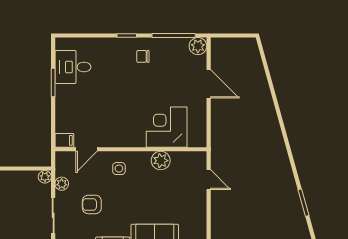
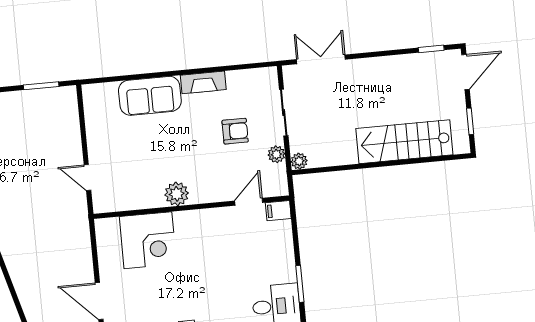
plant: (161, 161) -> (177, 194), moved
side table: (119, 169) -> (204, 181), removed

